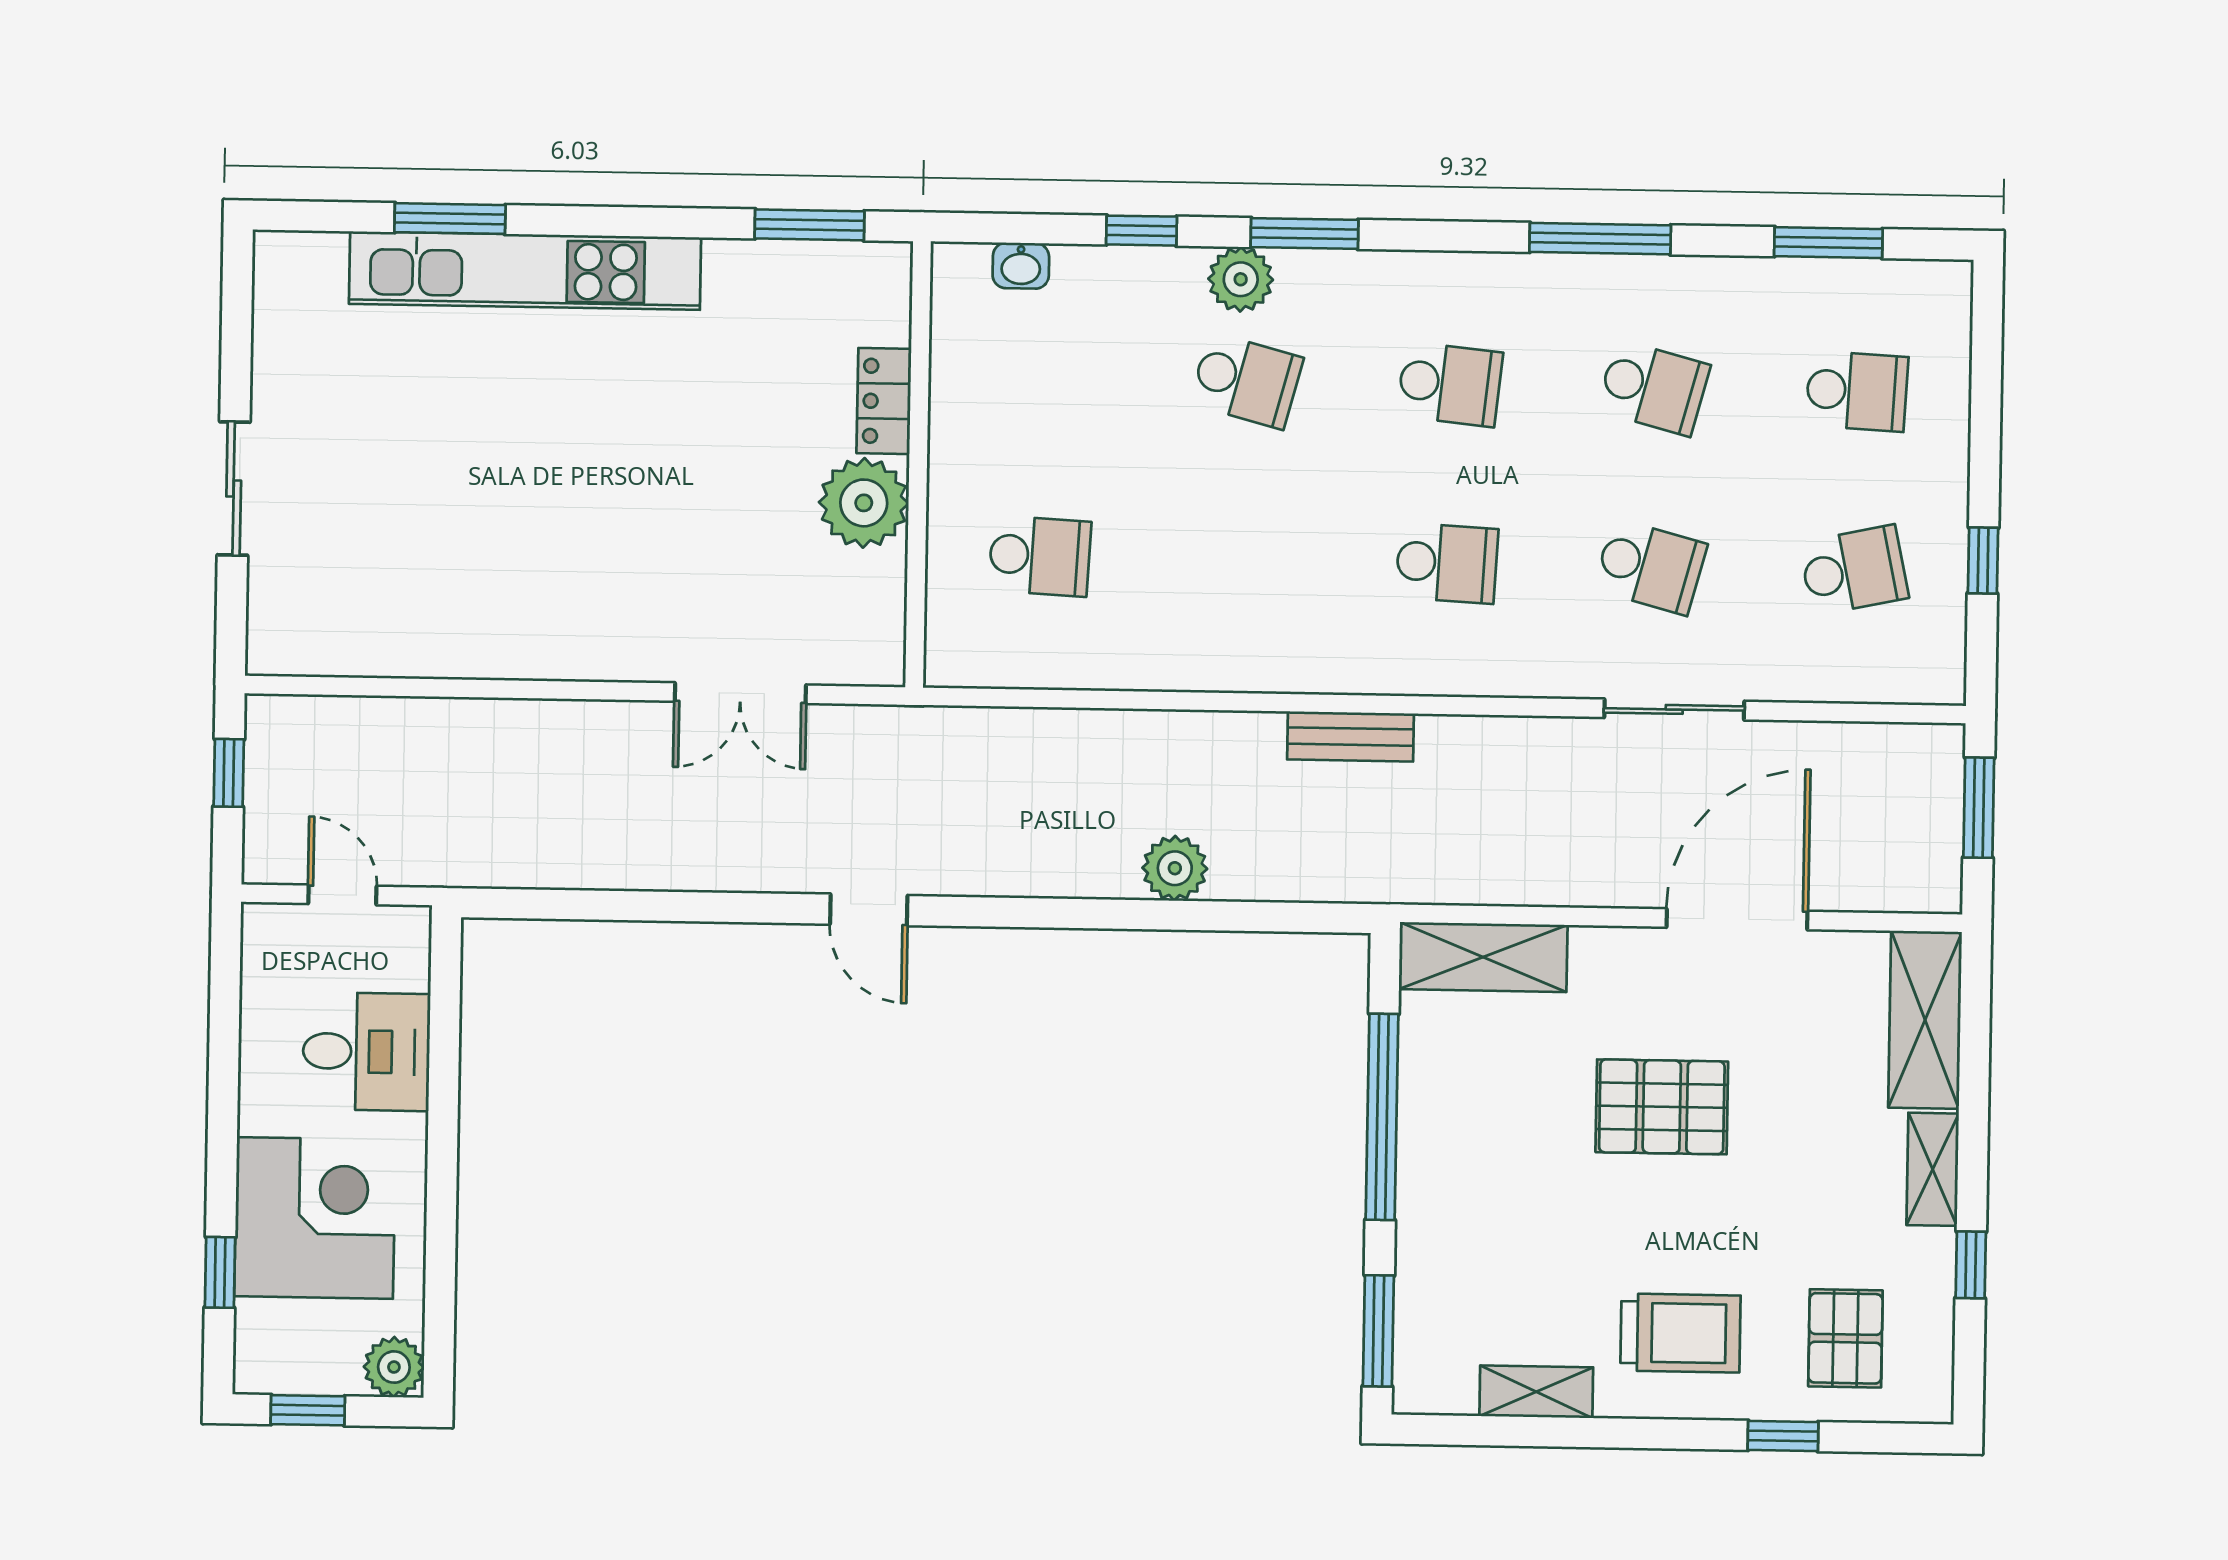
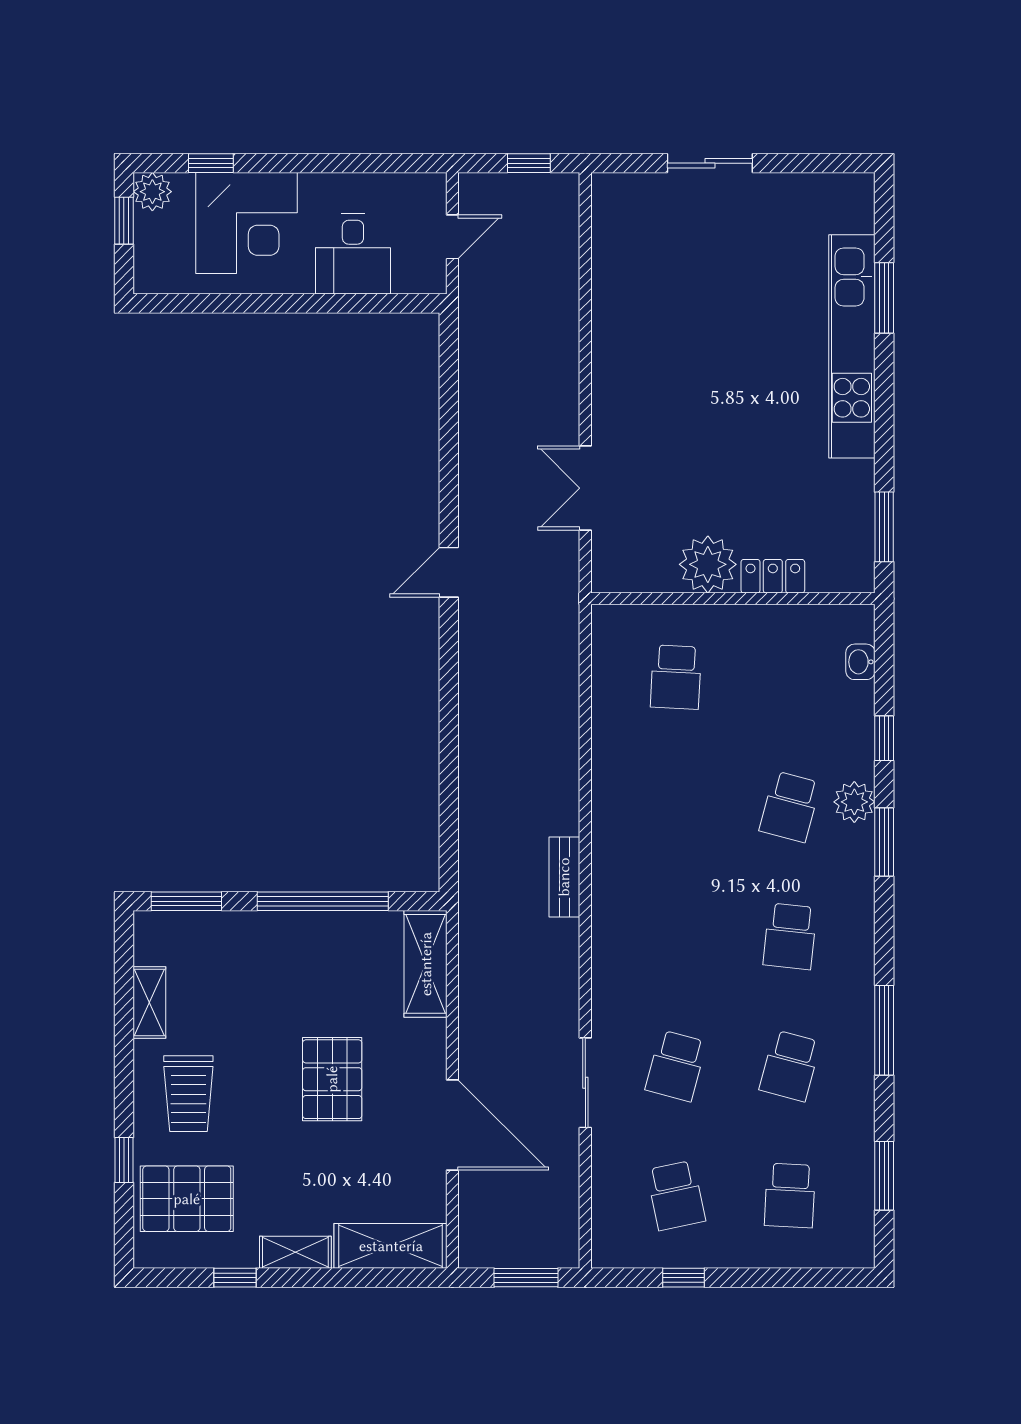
school desk: (1447, 563) -> (676, 936), removed
plant: (1175, 868) -> (479, 767), removed
pallet: (1845, 1338) -> (187, 1199), width x1.50, depth x1.42
plant: (394, 1367) -> (152, 192), moved

